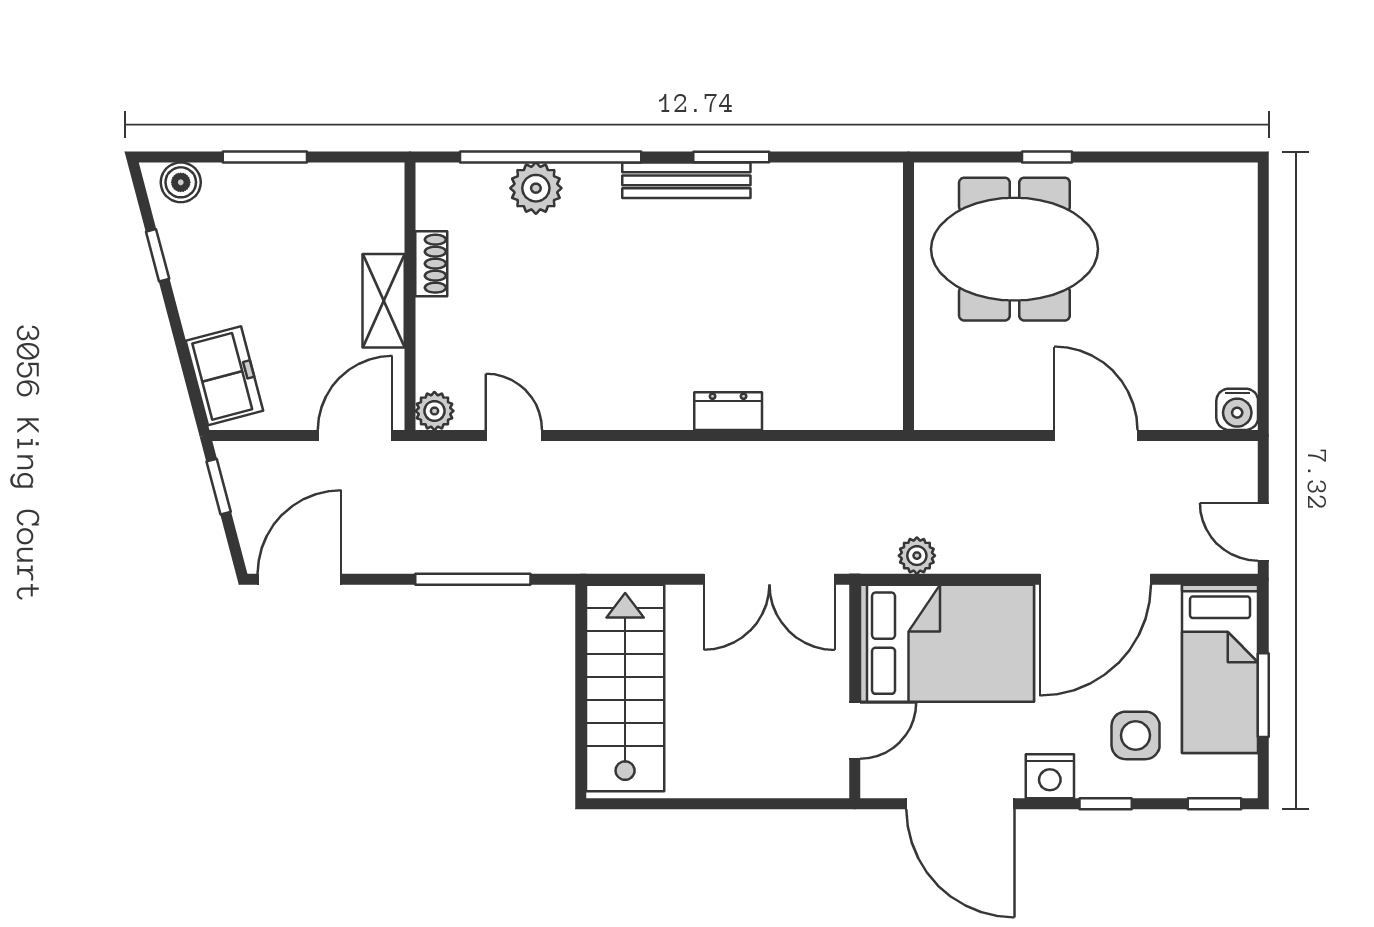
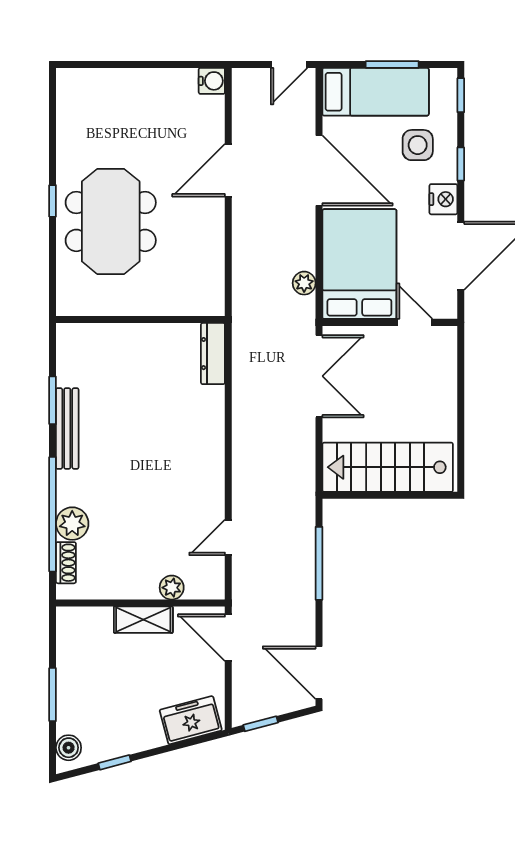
shoe rack: (431, 264) -> (66, 563), moved, turned 90
wall: (909, 296) -> (140, 320), moved
plant: (434, 411) -> (172, 588), moved
dresser: (728, 411) -> (213, 354), moved, width x1.44

